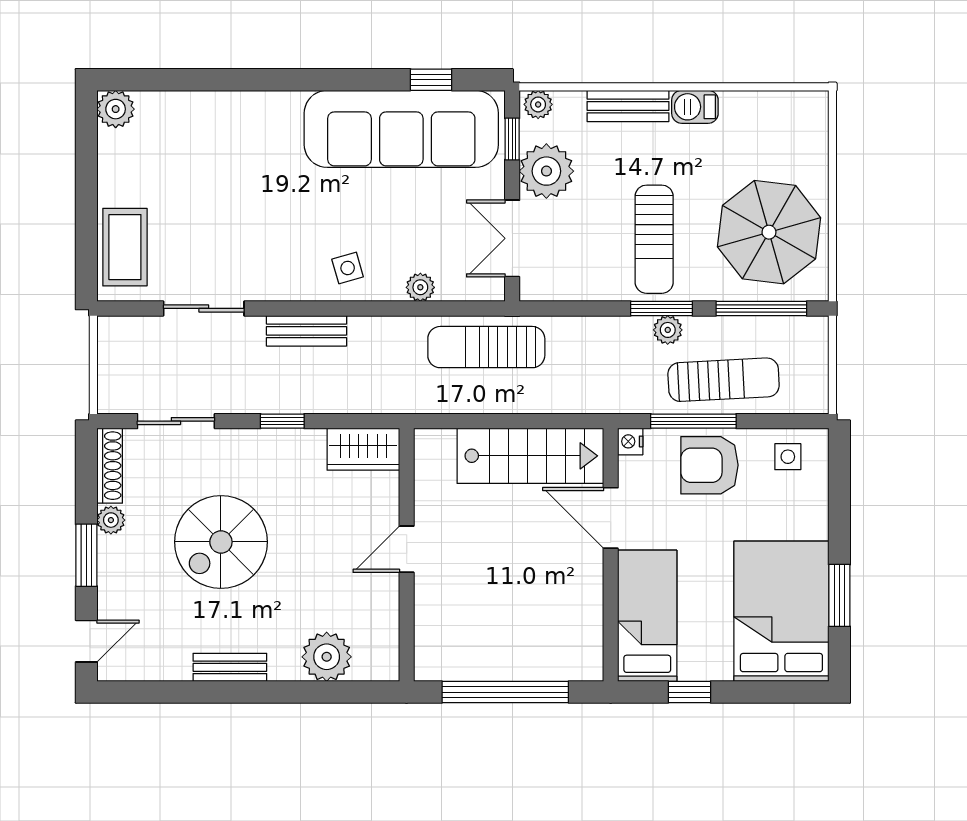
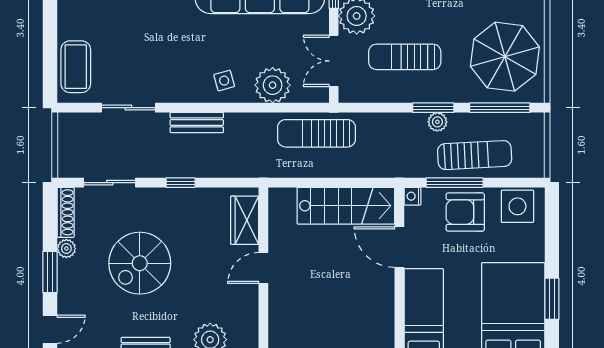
sun lounger: (654, 239) -> (405, 57), moved, turned 90
plant: (420, 287) -> (273, 85), width x1.88, depth x1.88
wardrobe: (363, 449) -> (245, 220), moved, turned 90
side table: (788, 457) -> (517, 206), width x1.87, depth x1.87

